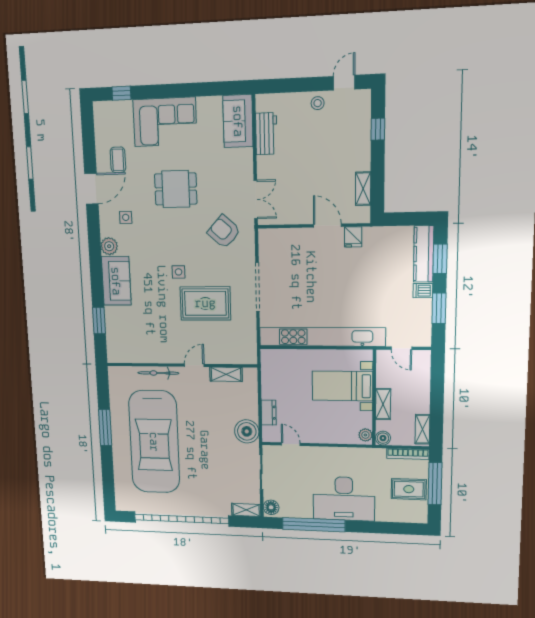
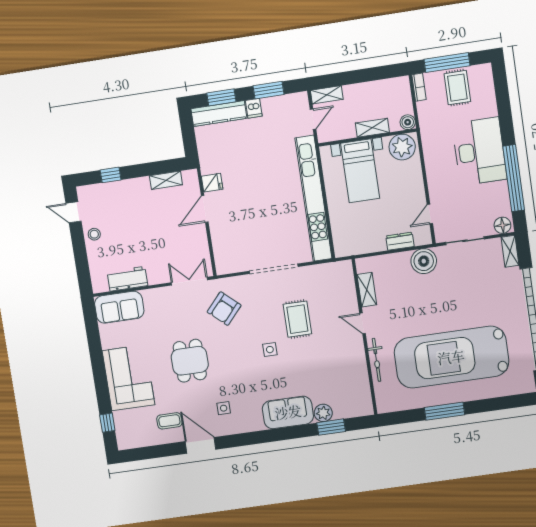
plant: (109, 246) -> (323, 413), moved
rug: (205, 303) -> (297, 319), width x0.73, depth x0.70
shelving: (422, 429) -> (327, 95), moved
plant: (365, 435) -> (402, 147), width x1.88, depth x1.88
car: (154, 442) -> (451, 357), turned 180
bookcase: (408, 454) -> (419, 87), width x0.64

